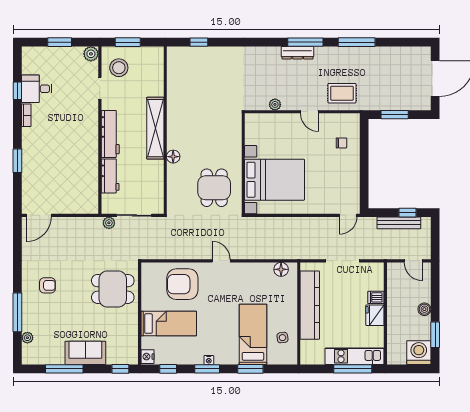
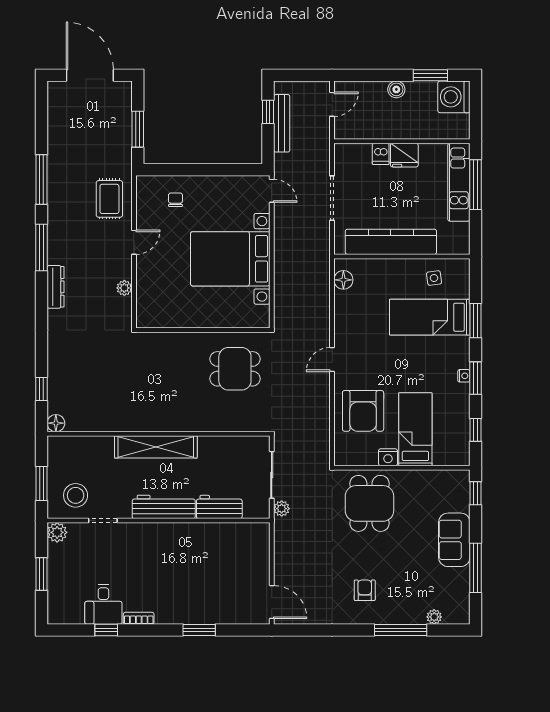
dresser: (297, 53) -> (56, 287), moved
floor lamp: (173, 157) -> (56, 423), moved
bed with nightstands: (274, 180) -> (230, 259), moved, turned -90
nightstand: (148, 357) -> (388, 457), moved

